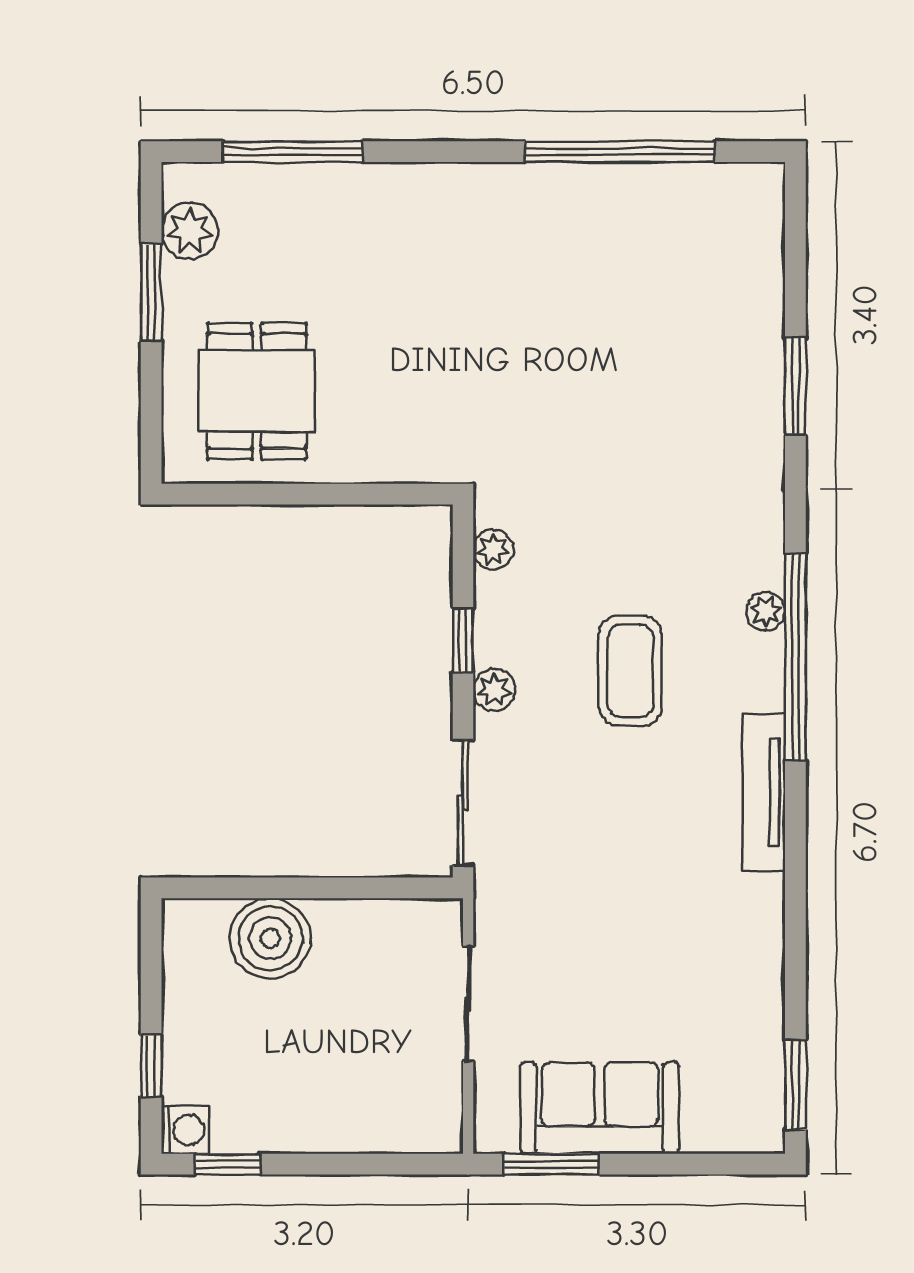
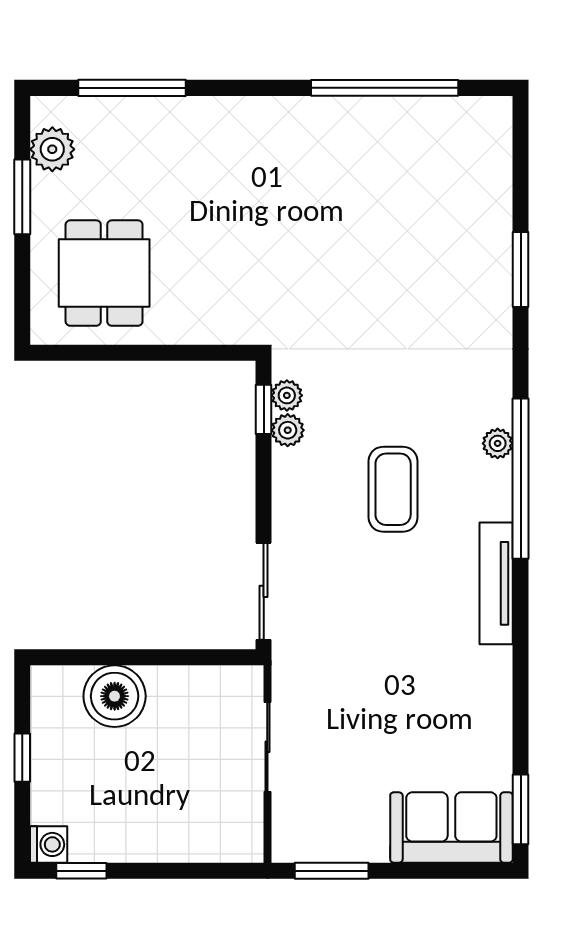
window: (463, 641) -> (264, 409), moved
plant: (494, 690) -> (288, 430), moved
window: (151, 1066) -> (22, 758), moved
sofa: (600, 1108) -> (451, 827), moved

